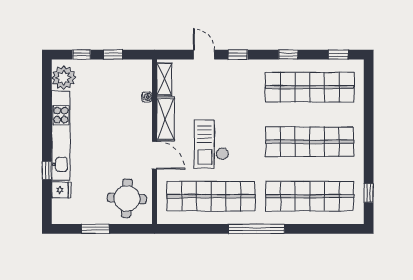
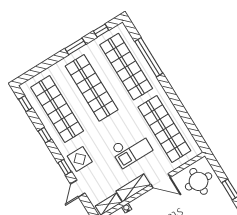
display table: (236, 78) -> (80, 159), added
window: (369, 152) -> (75, 46), added
door: (154, 155) -> (161, 181), swing flipped
window: (256, 229) -> (149, 57), moved

